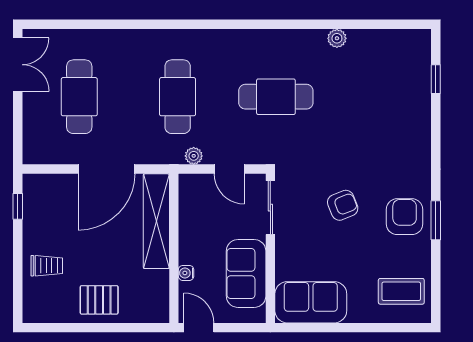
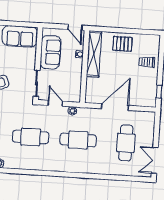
cafe table: (178, 97) -> (78, 140), turned 90
shelving: (156, 221) -> (94, 54), moved

